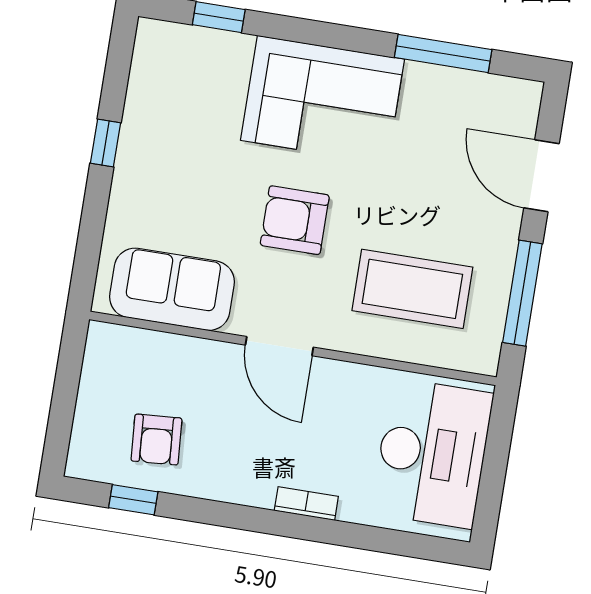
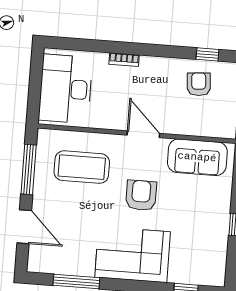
armchair: (295, 220) -> (141, 195), turned -90

